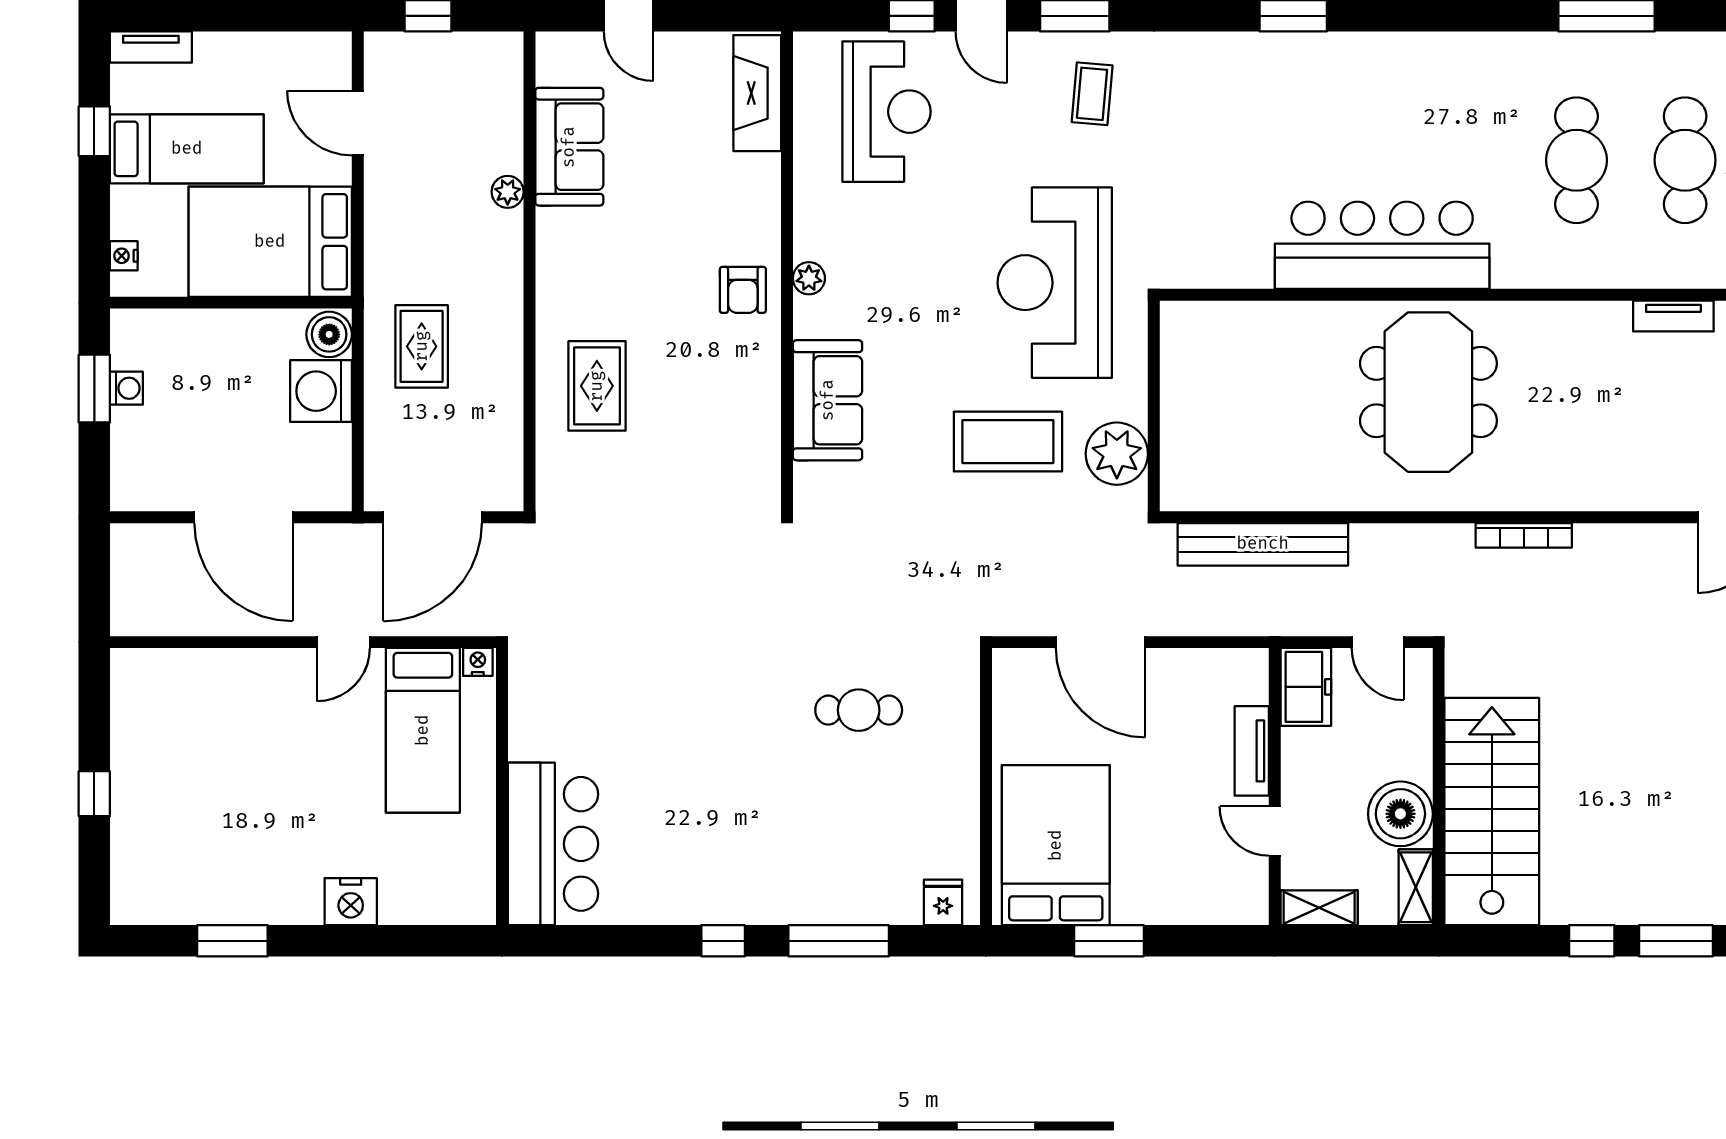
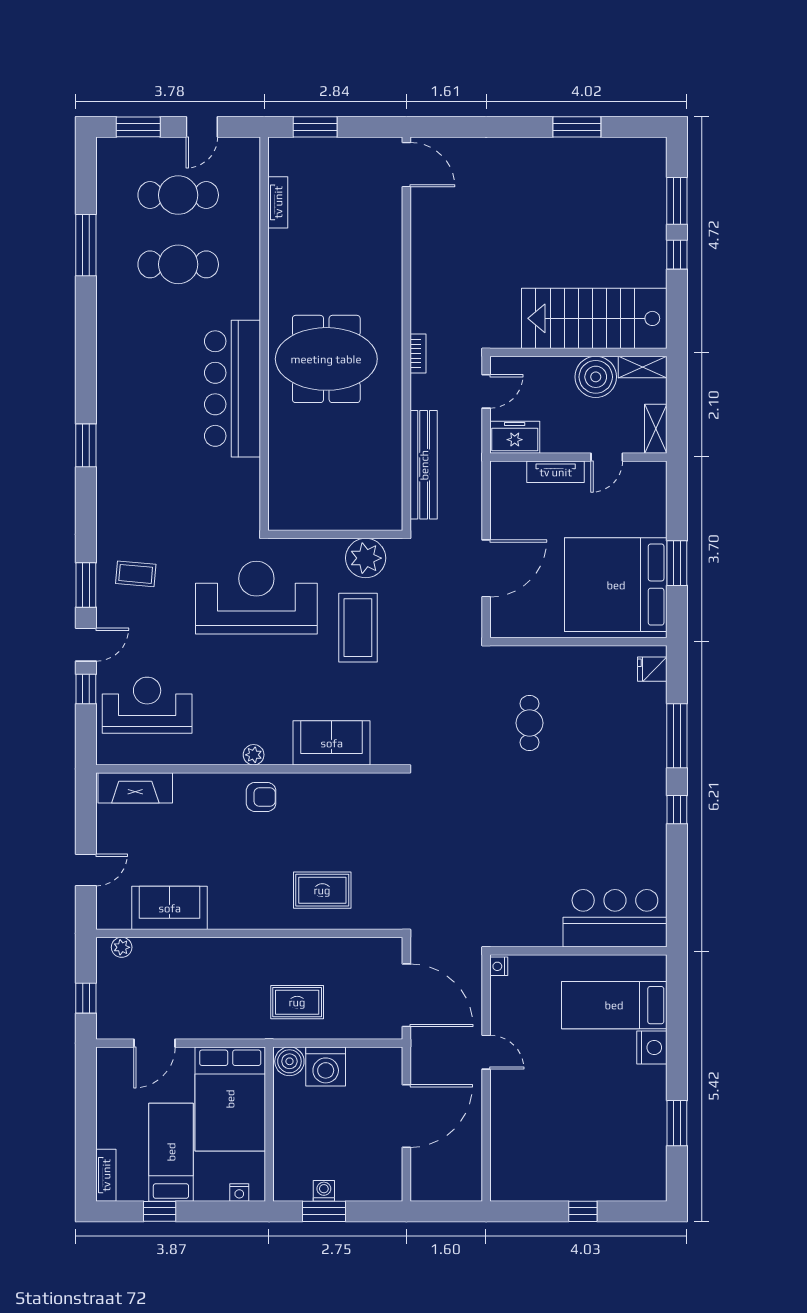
plant: (508, 192) -> (122, 947), moved
reception desk: (1055, 283) -> (256, 598), turned 180
bookcase: (1524, 535) -> (418, 354), moved, width x0.64
bed: (423, 730) -> (614, 1005), moved, turned 180
bed: (1056, 845) -> (616, 585), width x1.36

